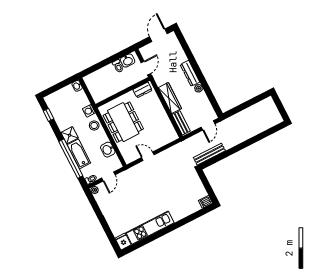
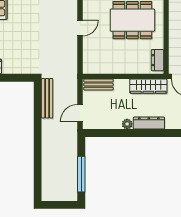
wardrobe: (170, 98) -> (148, 86), moved
window: (250, 103) -> (81, 174), added
door: (208, 125) -> (80, 113), hinge flipped

